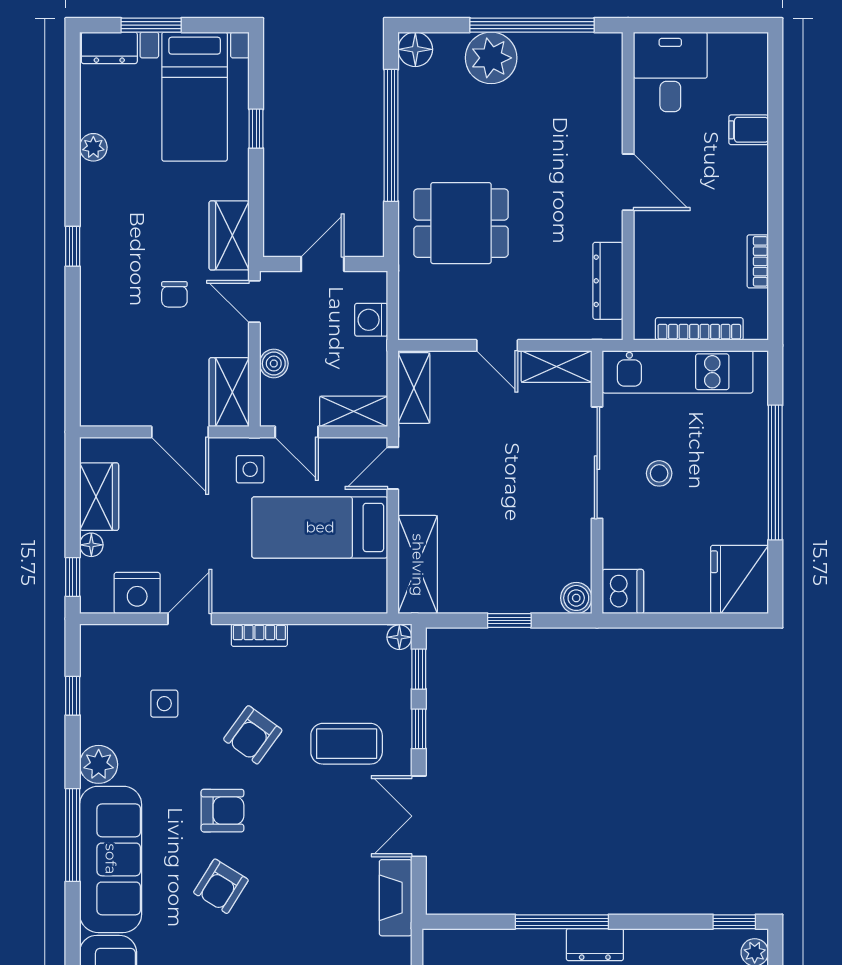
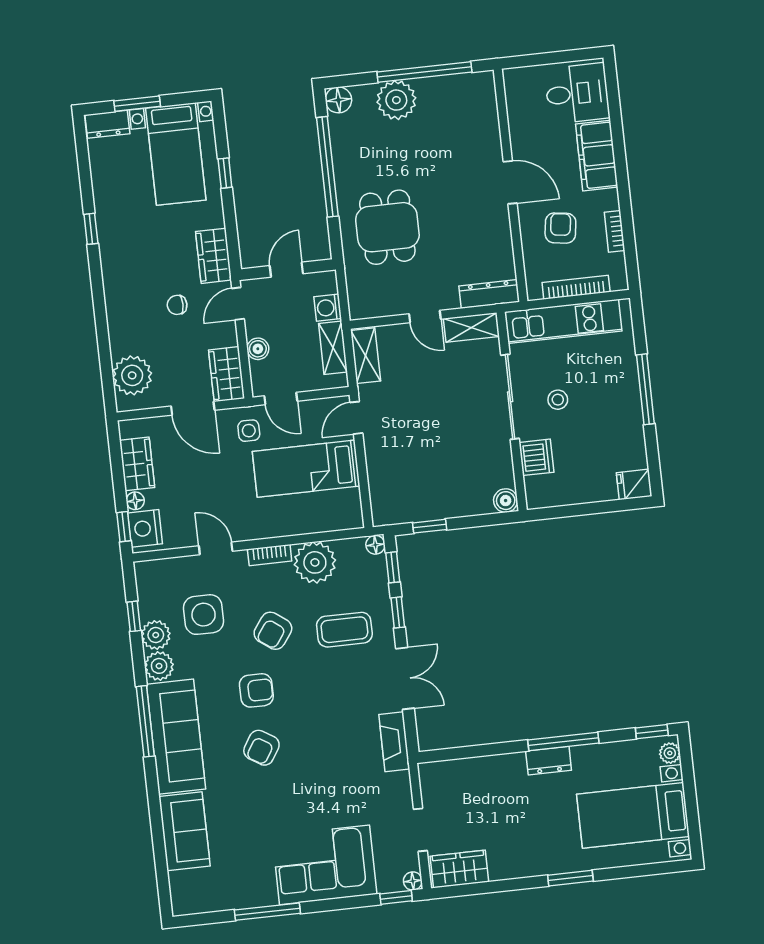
desk: (670, 72) -> (577, 93), moved, turned 90
filing cabinet: (749, 130) -> (597, 156), width x3.00, depth x1.17
plant: (93, 147) -> (132, 375), moved, width x1.87, depth x1.87
dining table: (461, 223) -> (387, 227), turned 90
window: (73, 246) -> (91, 229), moved
armchair: (687, 249) -> (560, 228), added
dresser: (608, 281) -> (489, 294), moved, turned 90
chair: (174, 294) -> (177, 305), turned 90
door: (254, 301) -> (238, 304), hinge flipped
shelving: (354, 411) -> (333, 348), moved, turned 90
window: (775, 472) -> (645, 389), width x0.68
shelving: (418, 565) -> (383, 489), removed
fridge: (739, 579) -> (634, 484), width x0.53, depth x0.75
dishwasher: (623, 592) -> (536, 457), moved
nightstand: (137, 593) -> (145, 528), moved, turned 90
door: (190, 619) -> (216, 548), hinge flipped
window: (509, 621) -> (430, 526), moved
plant: (318, 651) -> (315, 562), added
side table: (164, 704) -> (204, 615), width x1.87, depth x1.87
plant: (99, 723) -> (156, 635), added
double door: (419, 816) -> (405, 678), swing flipped
window: (562, 922) -> (563, 741), moved

